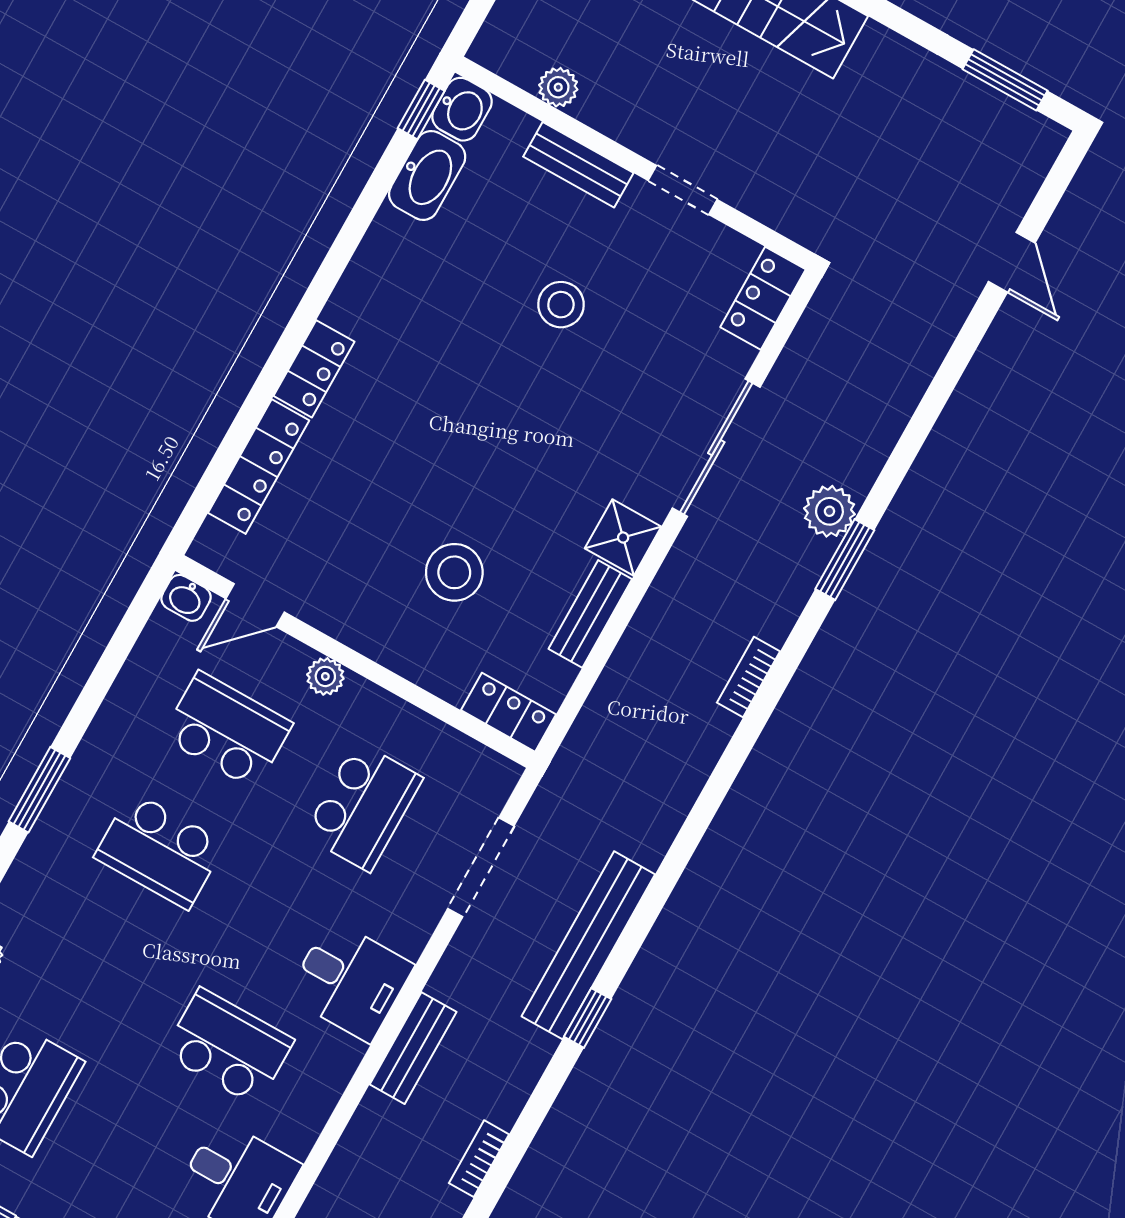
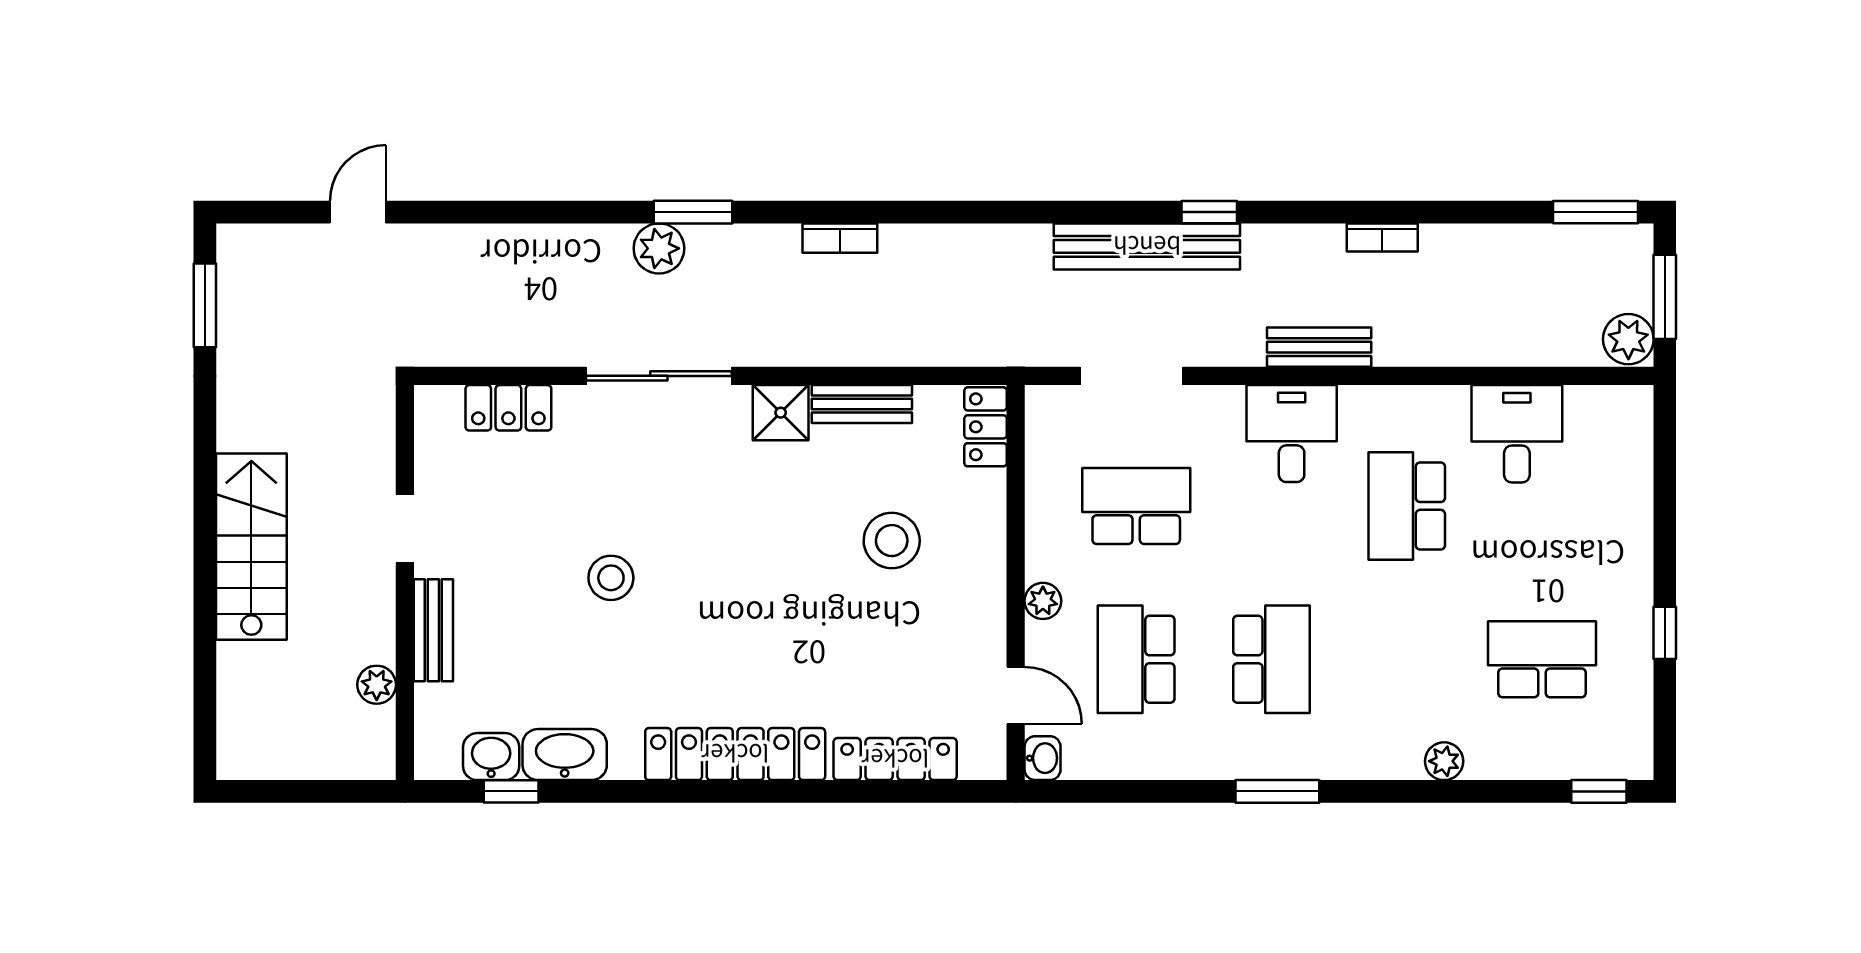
plant: (558, 87) -> (377, 685), moved
wall: (635, 163) -> (405, 583), moved
bench: (578, 165) -> (433, 630), moved
doorway: (683, 190) -> (405, 529), moved
locker: (314, 369) -> (735, 754), width x2.16, depth x1.21

